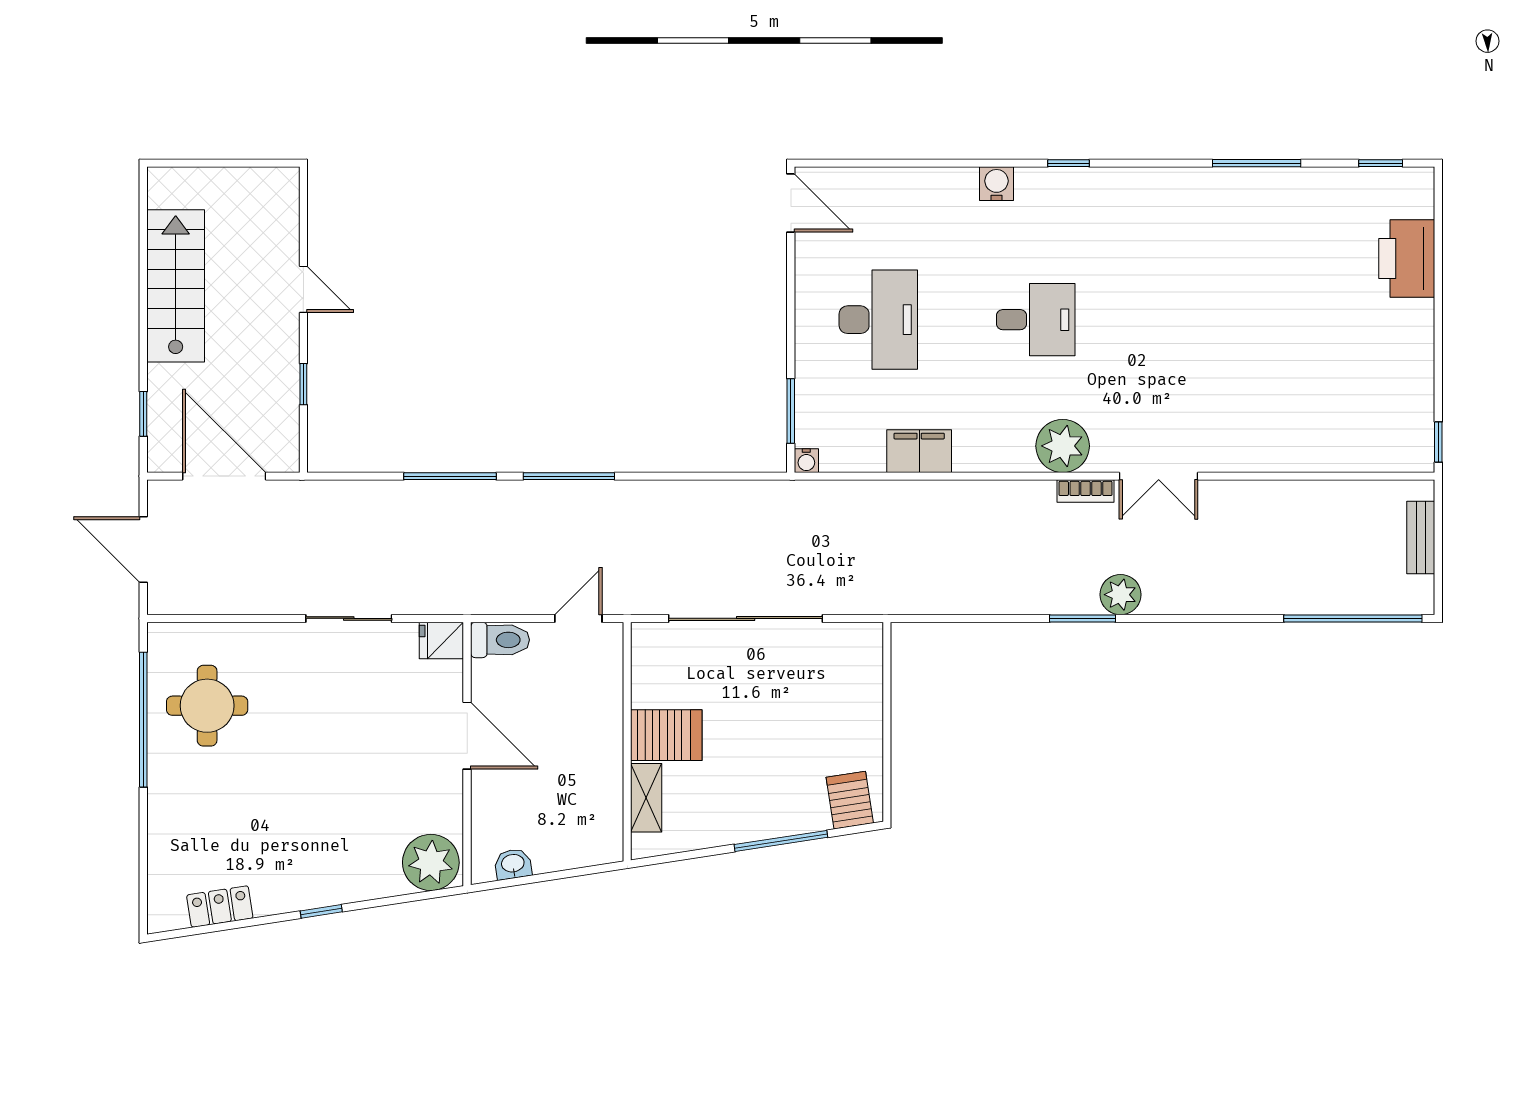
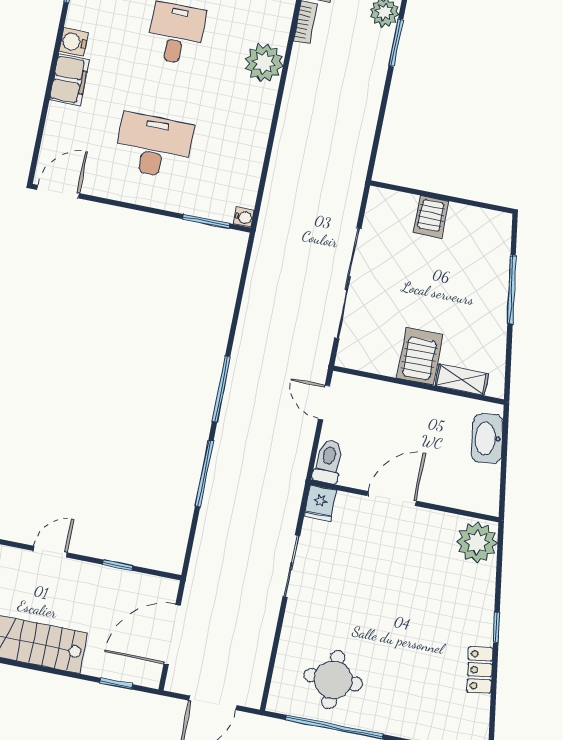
plant: (1063, 446) -> (264, 63), moved
filing cabinet: (919, 451) -> (69, 80), moved, turned 180
server rack: (850, 800) -> (431, 217), moved, turned -81
washbasin: (513, 864) -> (487, 439), moved, width x1.91, depth x1.45
locker: (220, 907) -> (480, 670), moved

